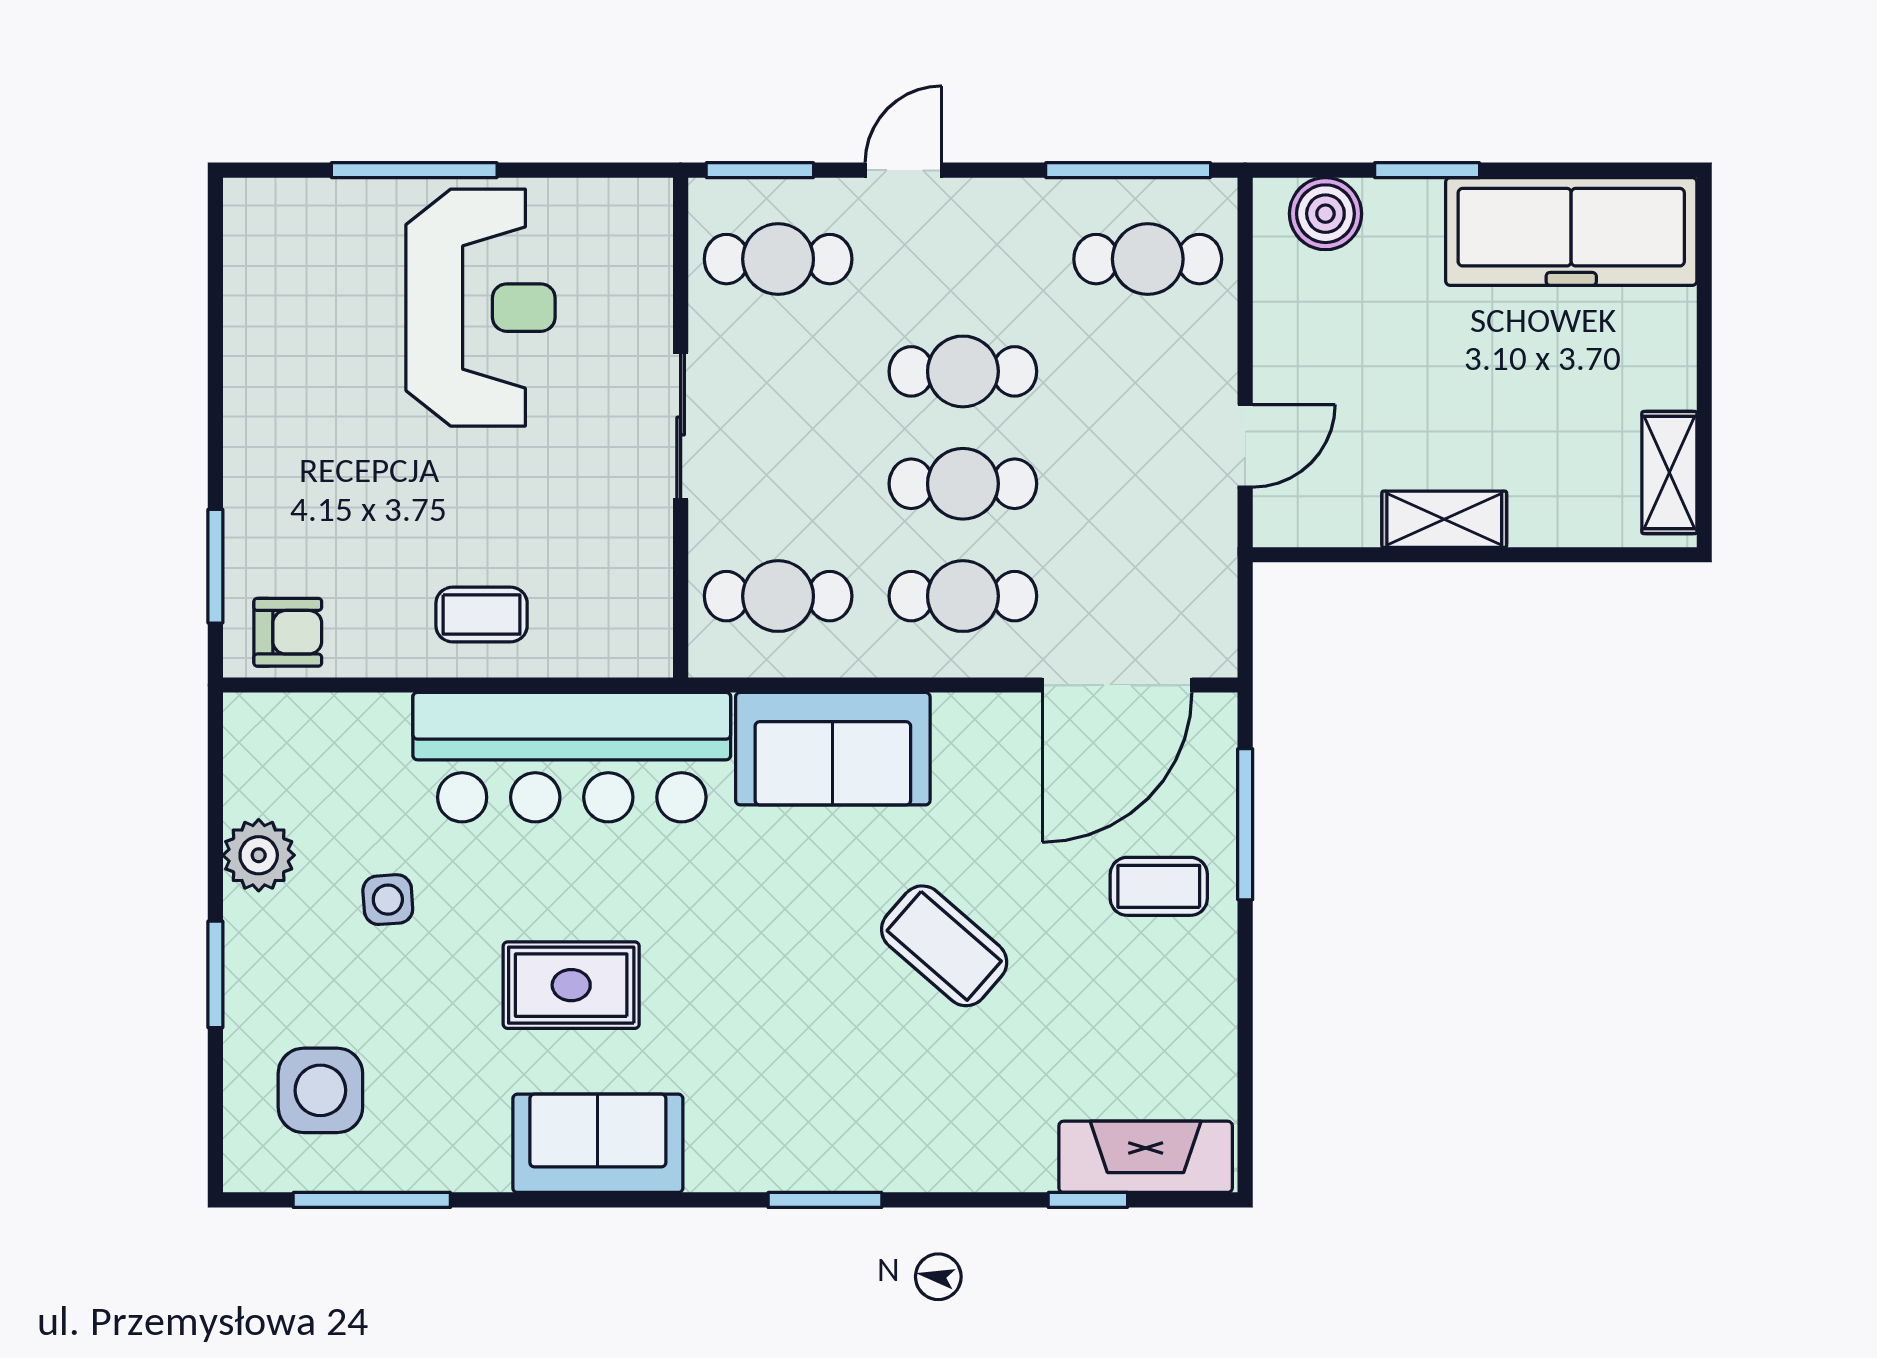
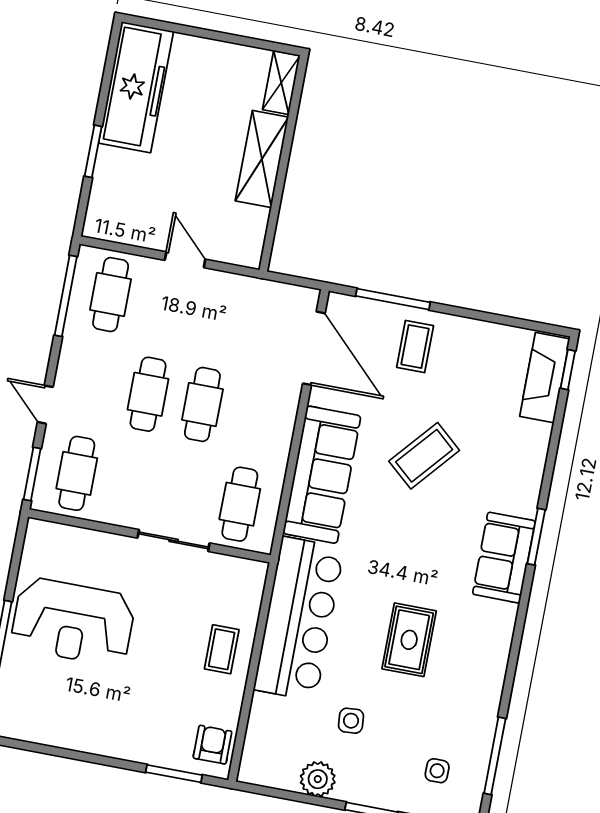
boiler: (1325, 214) -> (105, 204), removed
reception desk: (481, 308) -> (73, 622), turned 180
sliding door: (681, 426) -> (174, 540), moved
door: (1245, 446) -> (185, 260), moved
shelving: (1669, 473) -> (281, 83), moved, turned 90
shelving: (1444, 519) -> (262, 159), width x1.50, depth x1.33
cafe table: (963, 596) -> (257, 415), removed
sofa: (833, 749) -> (322, 475), width x1.36
side table: (320, 1090) -> (437, 771), width x0.54, depth x0.54
sofa: (598, 1143) -> (504, 558), moved
window: (1088, 1200) -> (568, 370), moved

